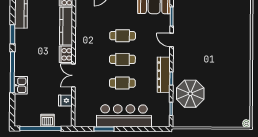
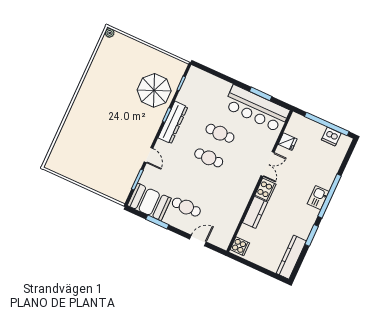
kitchen counter: (66, 26) -> (255, 212), width x0.67
cafe table: (123, 36) -> (186, 207), moved
kitchen sink: (21, 85) -> (318, 198), moved
bar counter: (124, 116) -> (257, 109), moved
dishwasher: (47, 120) -> (331, 137), moved

